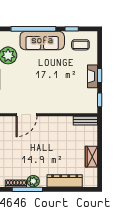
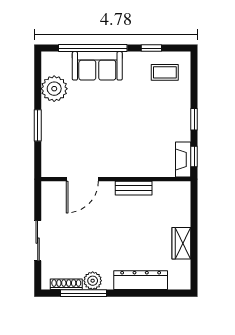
sofa: (42, 41) -> (97, 66), width x0.73
fireplace: (92, 76) -> (183, 159), moved
bench: (85, 121) -> (134, 188), moved

